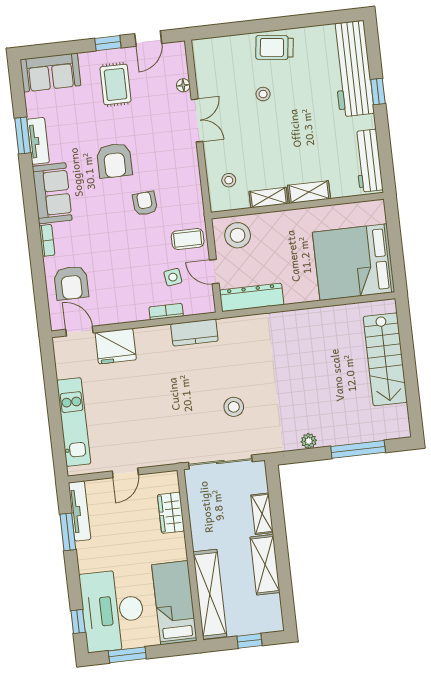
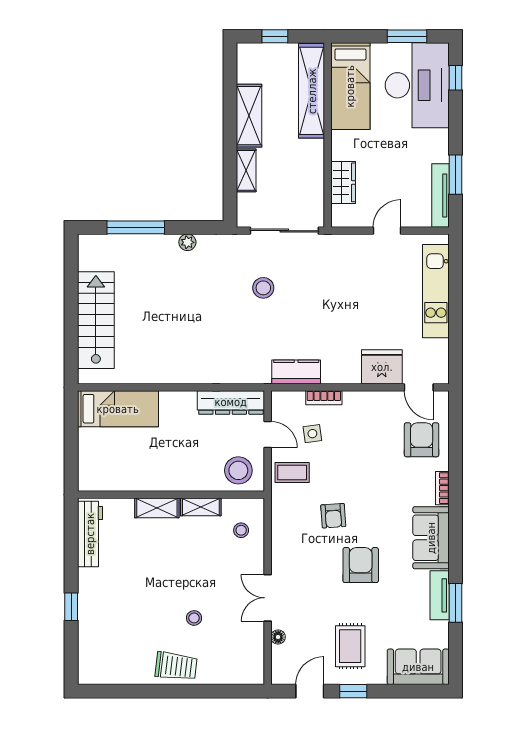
workbench: (352, 69) -> (96, 634), removed
bed: (354, 262) -> (118, 409), width x0.49

